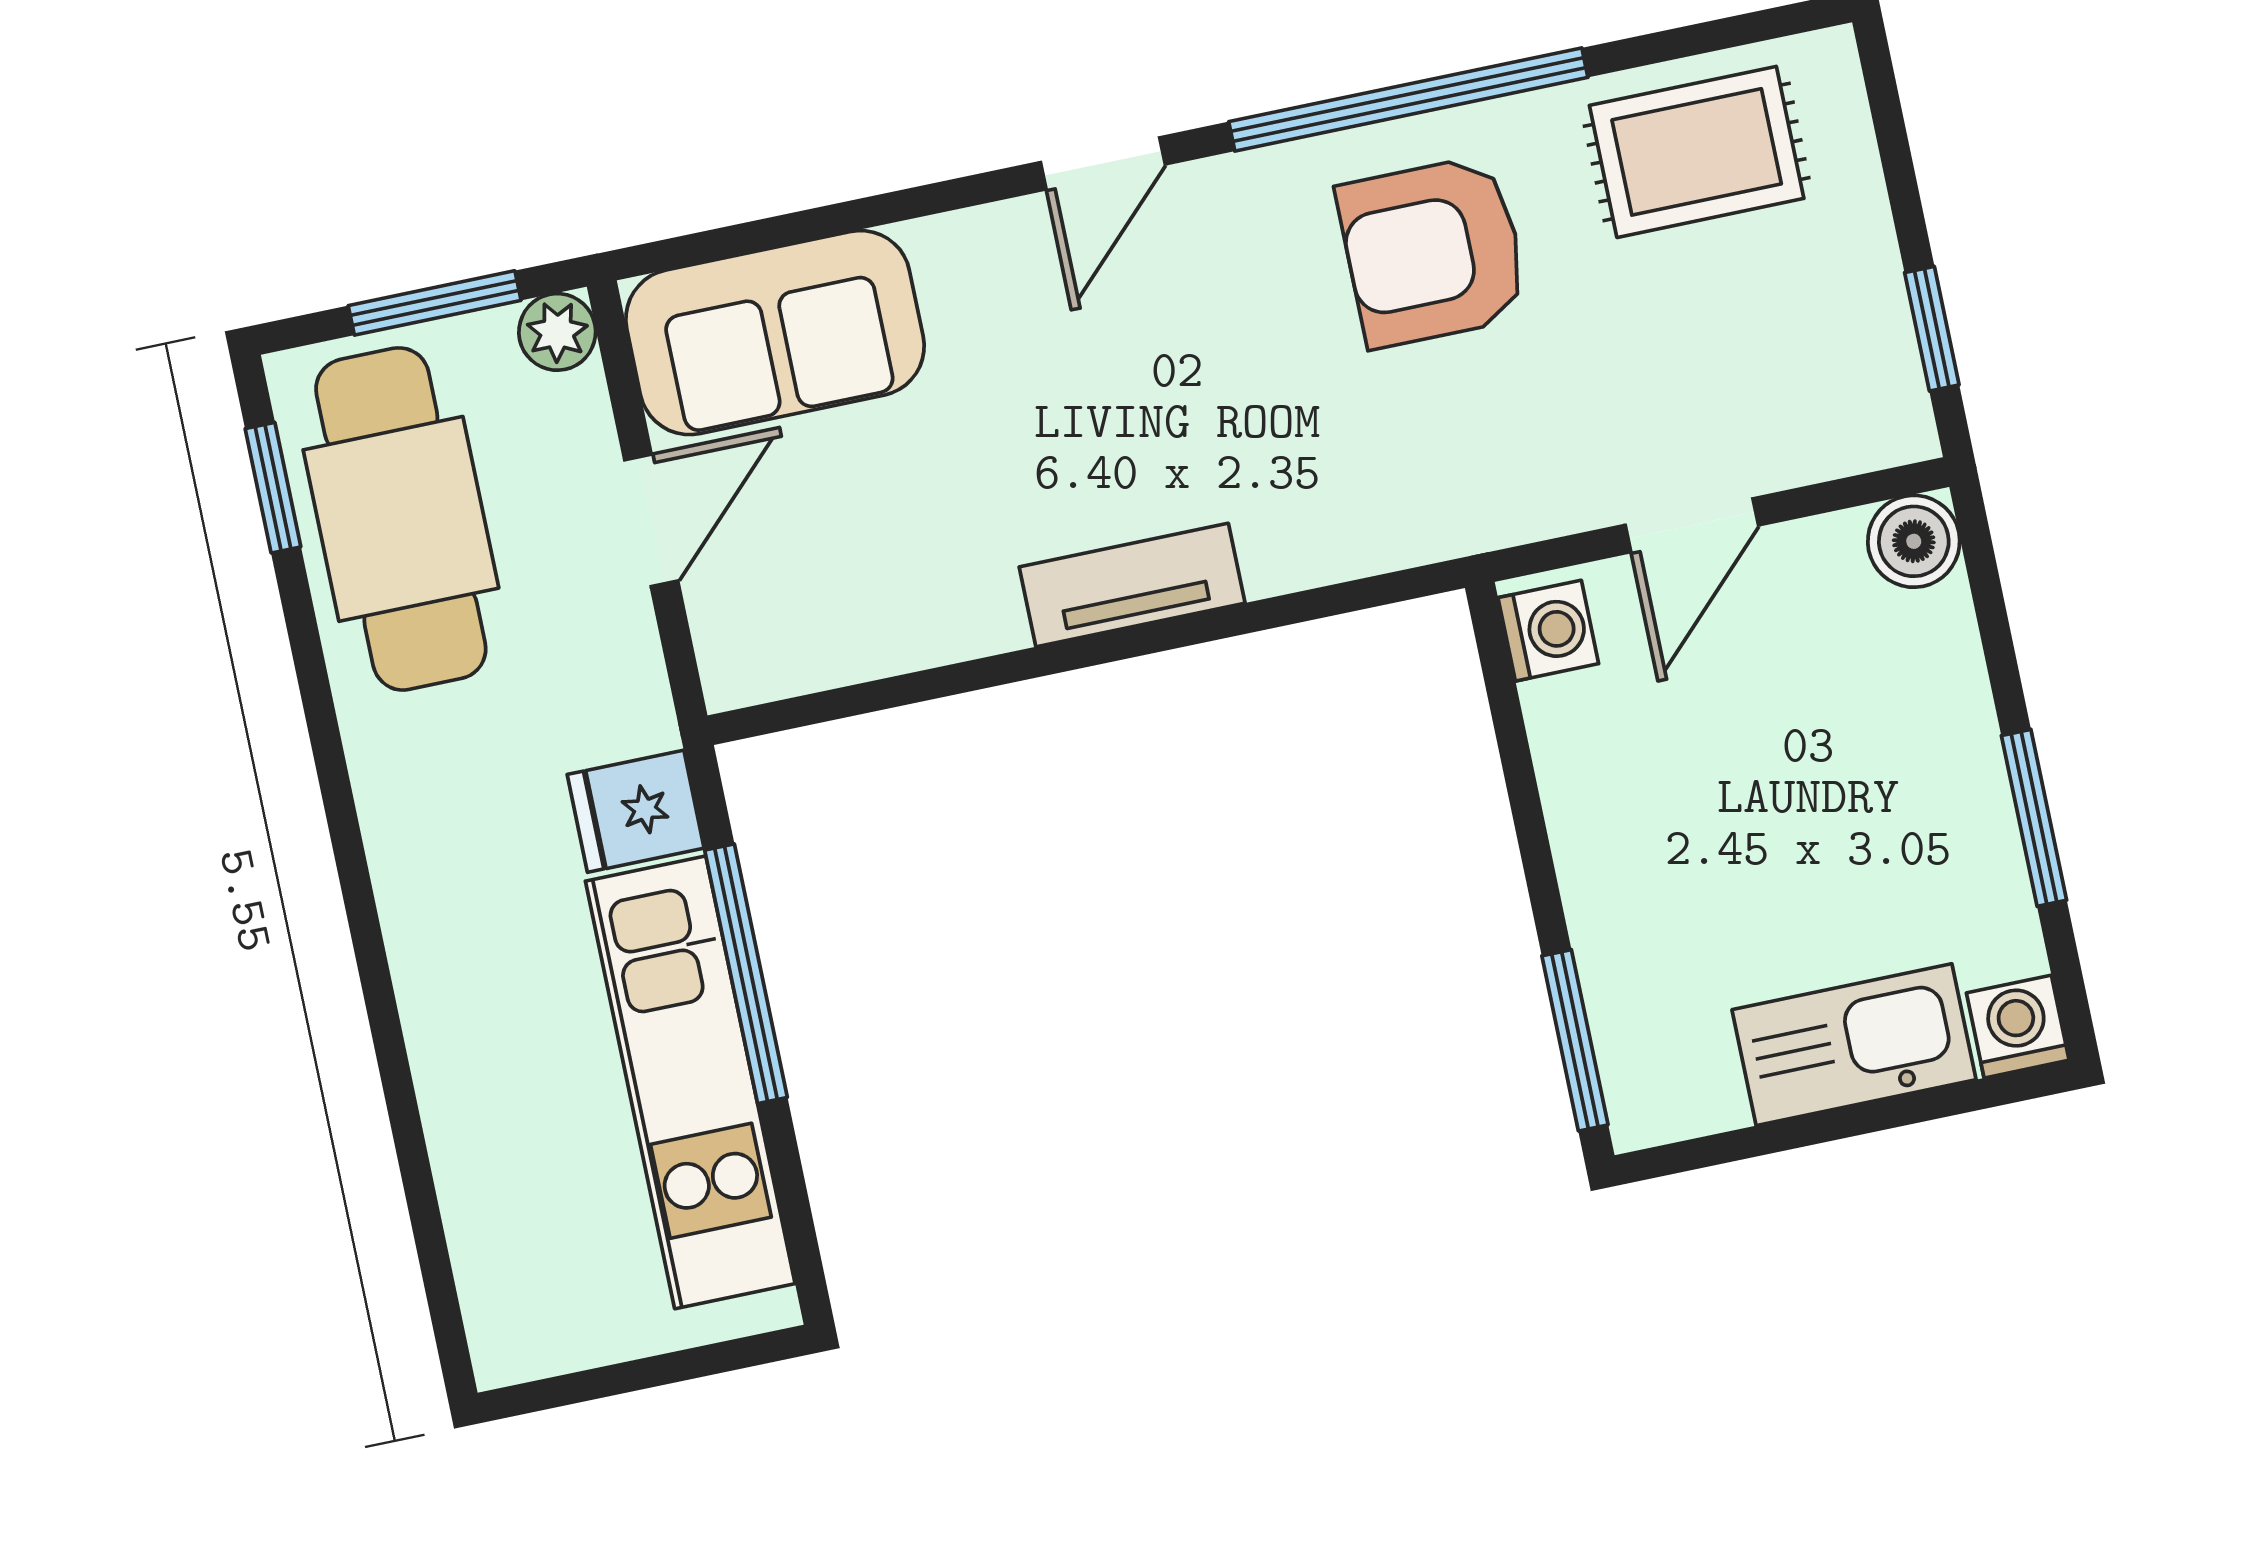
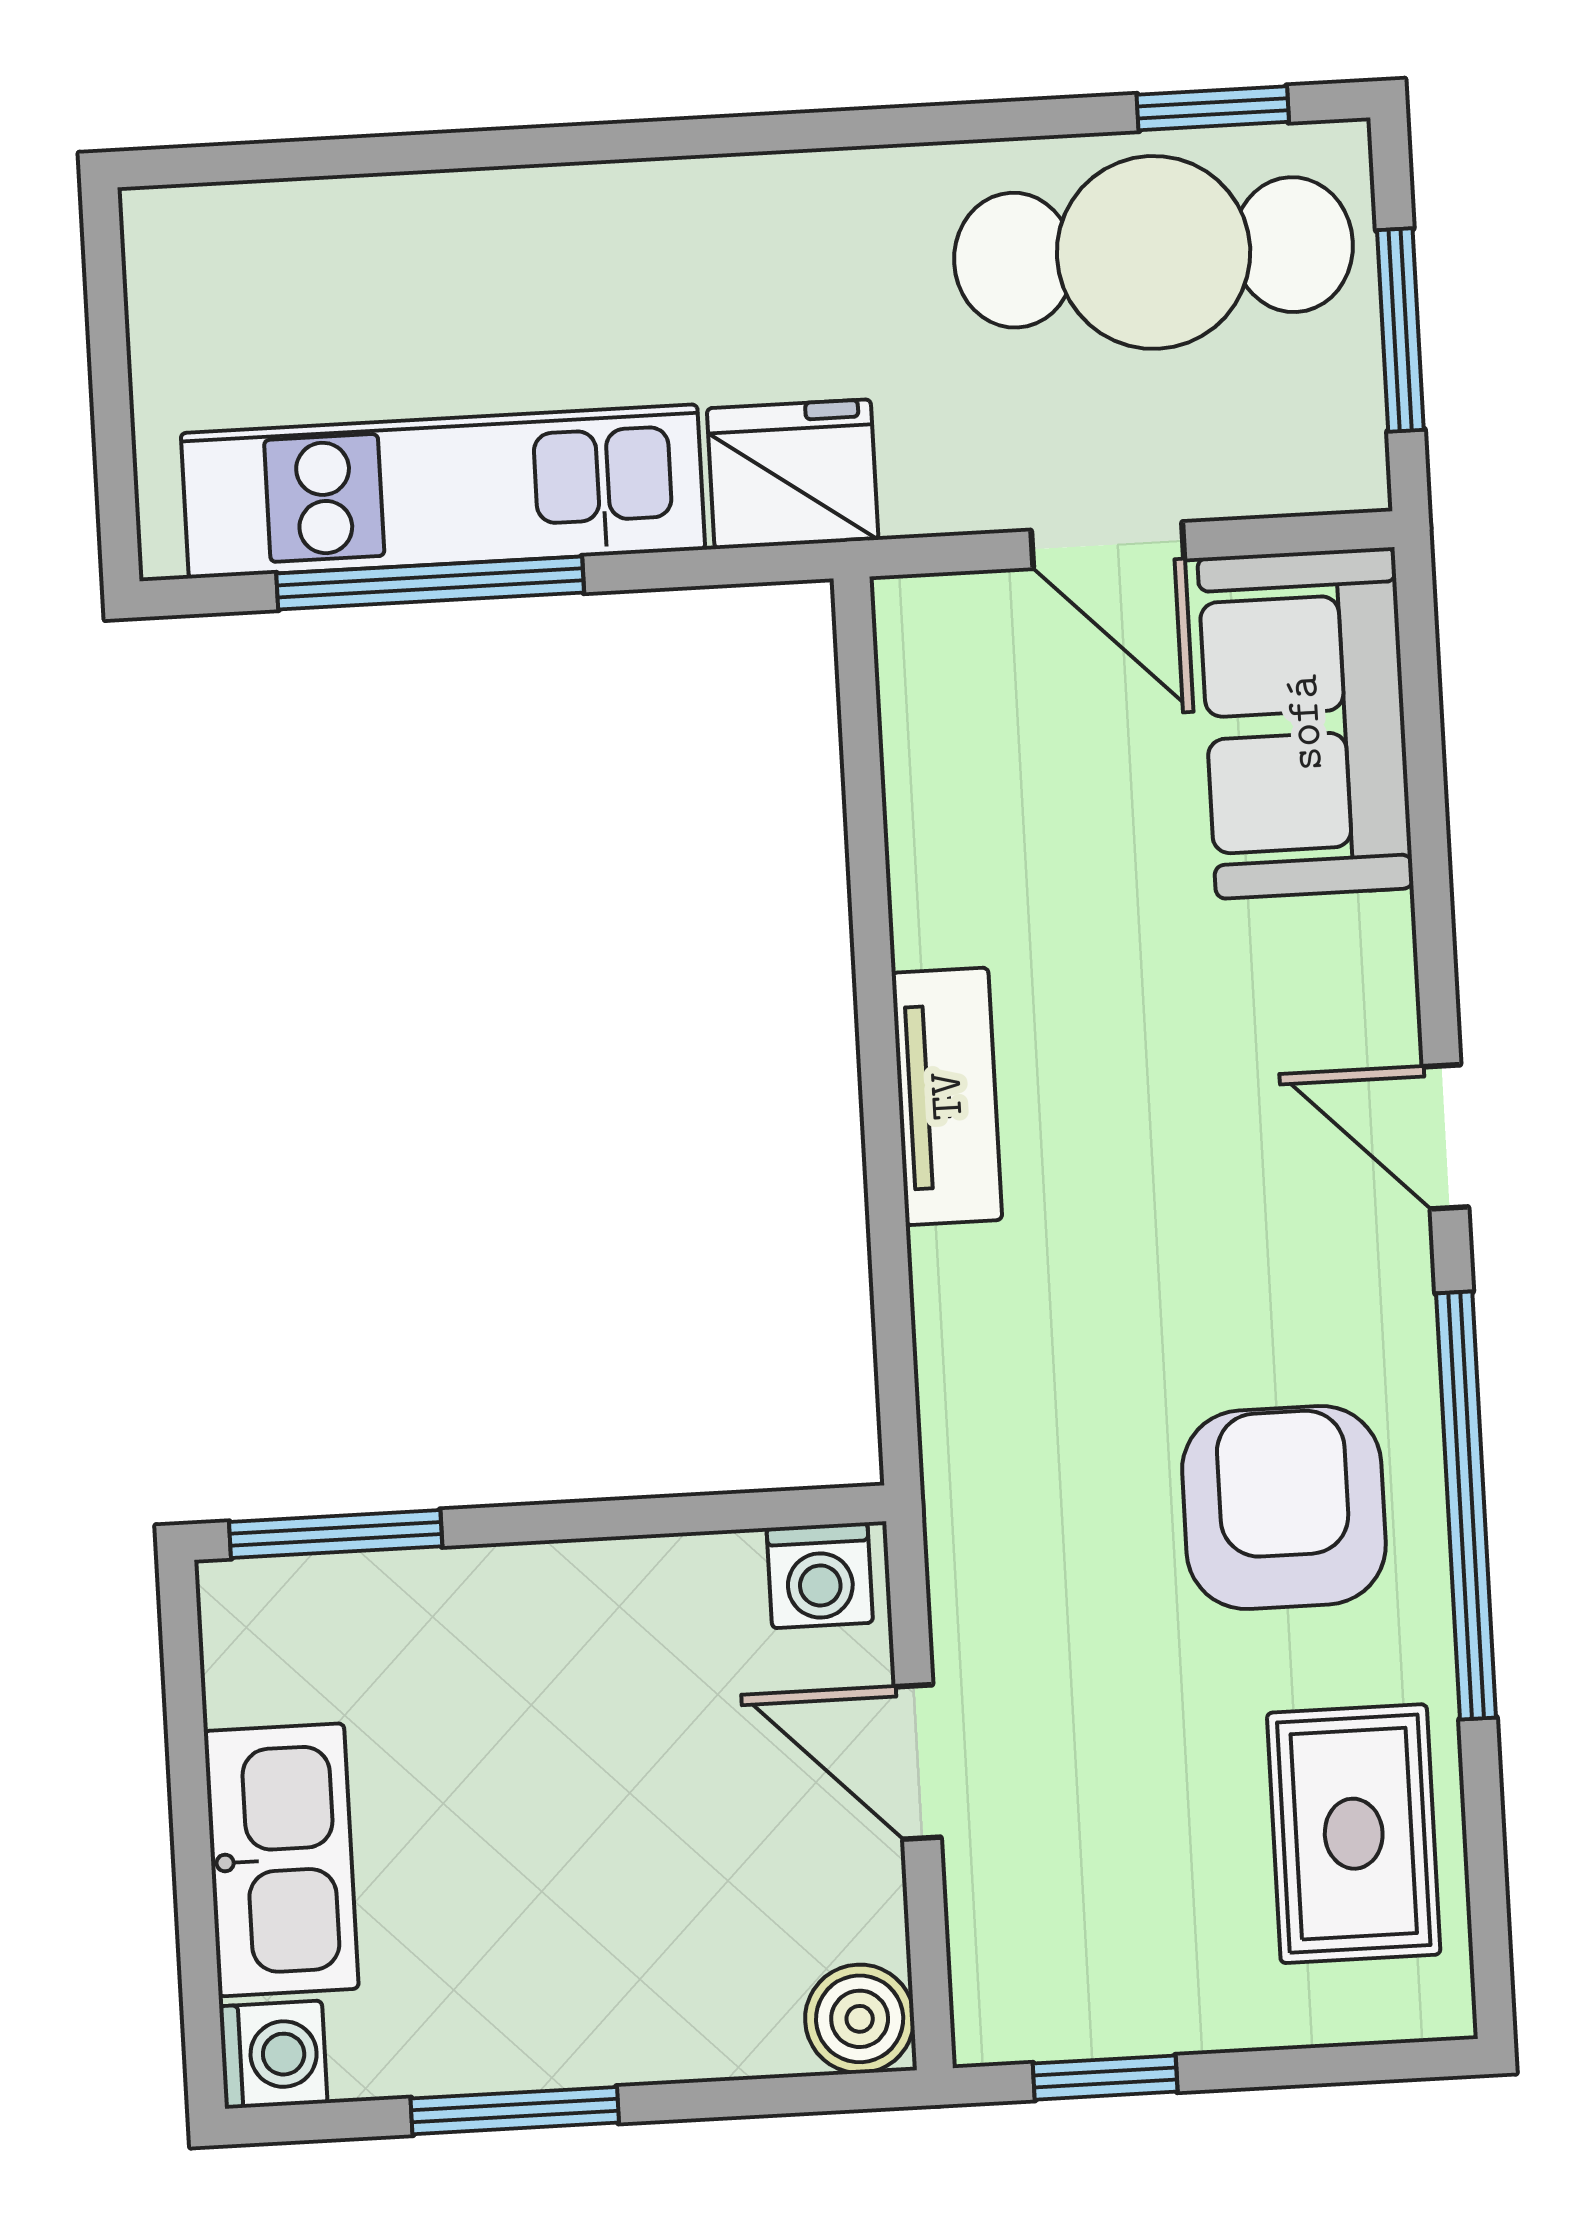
plant: (557, 332) -> (1345, 468), removed
fridge: (636, 811) -> (793, 474), width x1.38
window: (746, 974) -> (430, 583), moved

